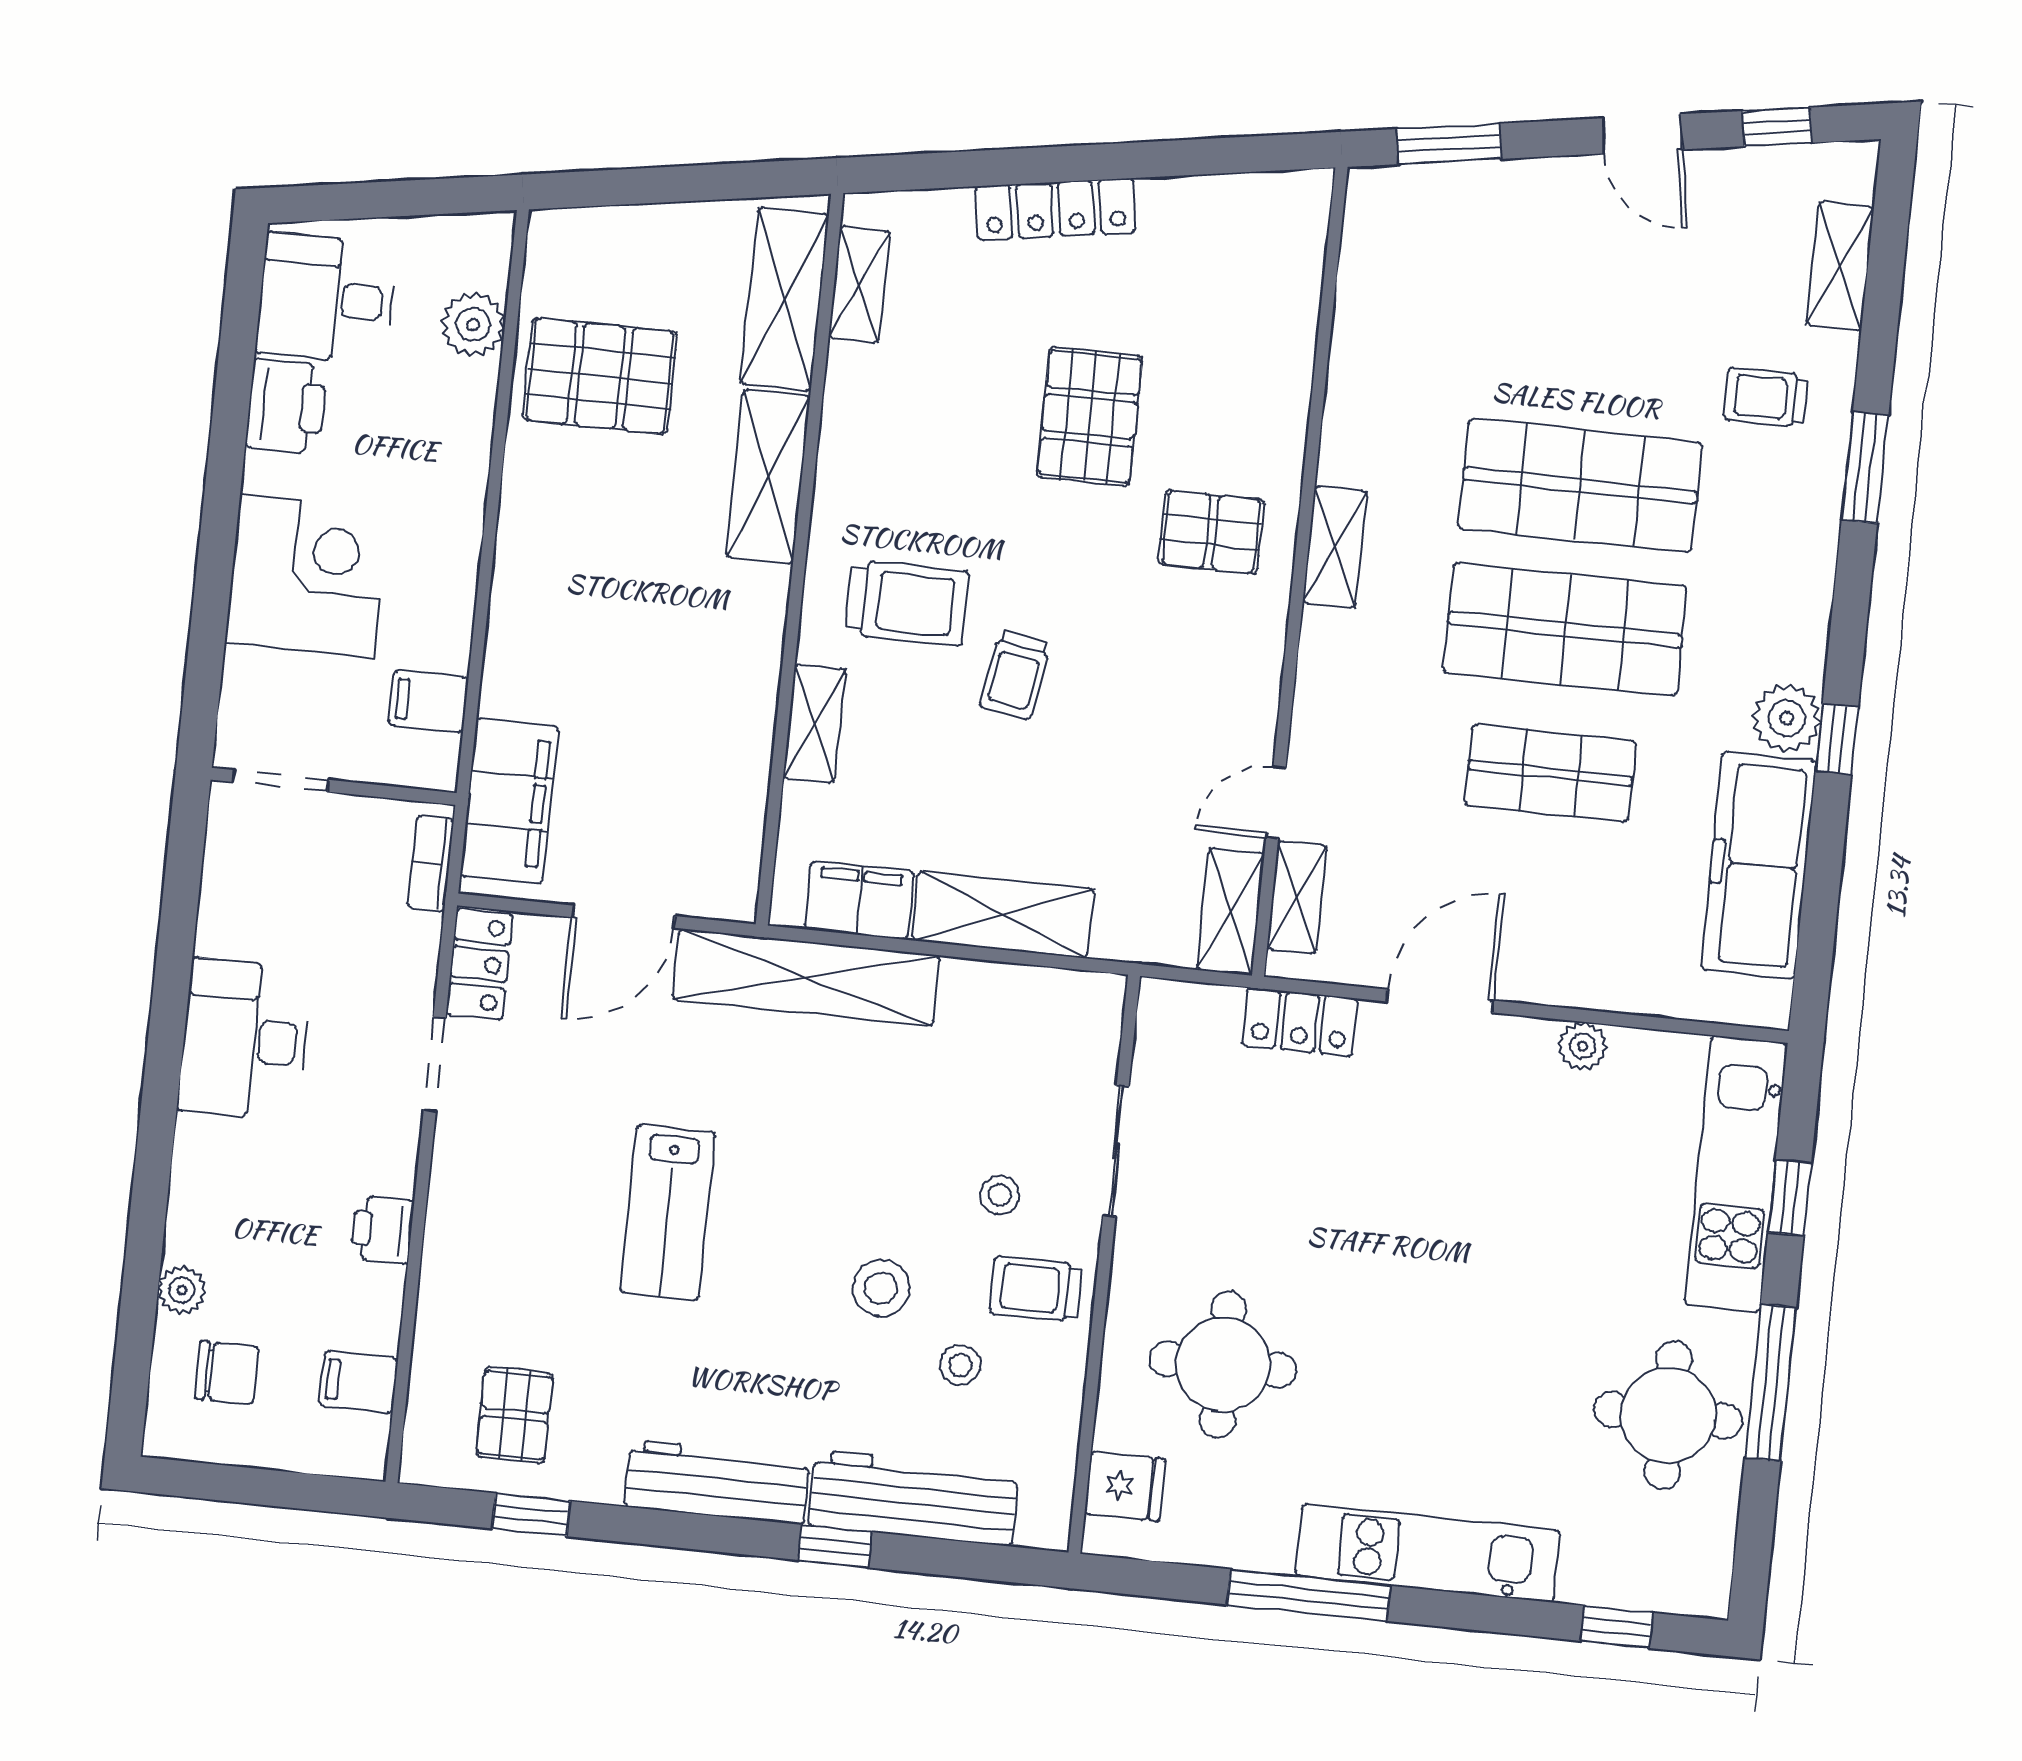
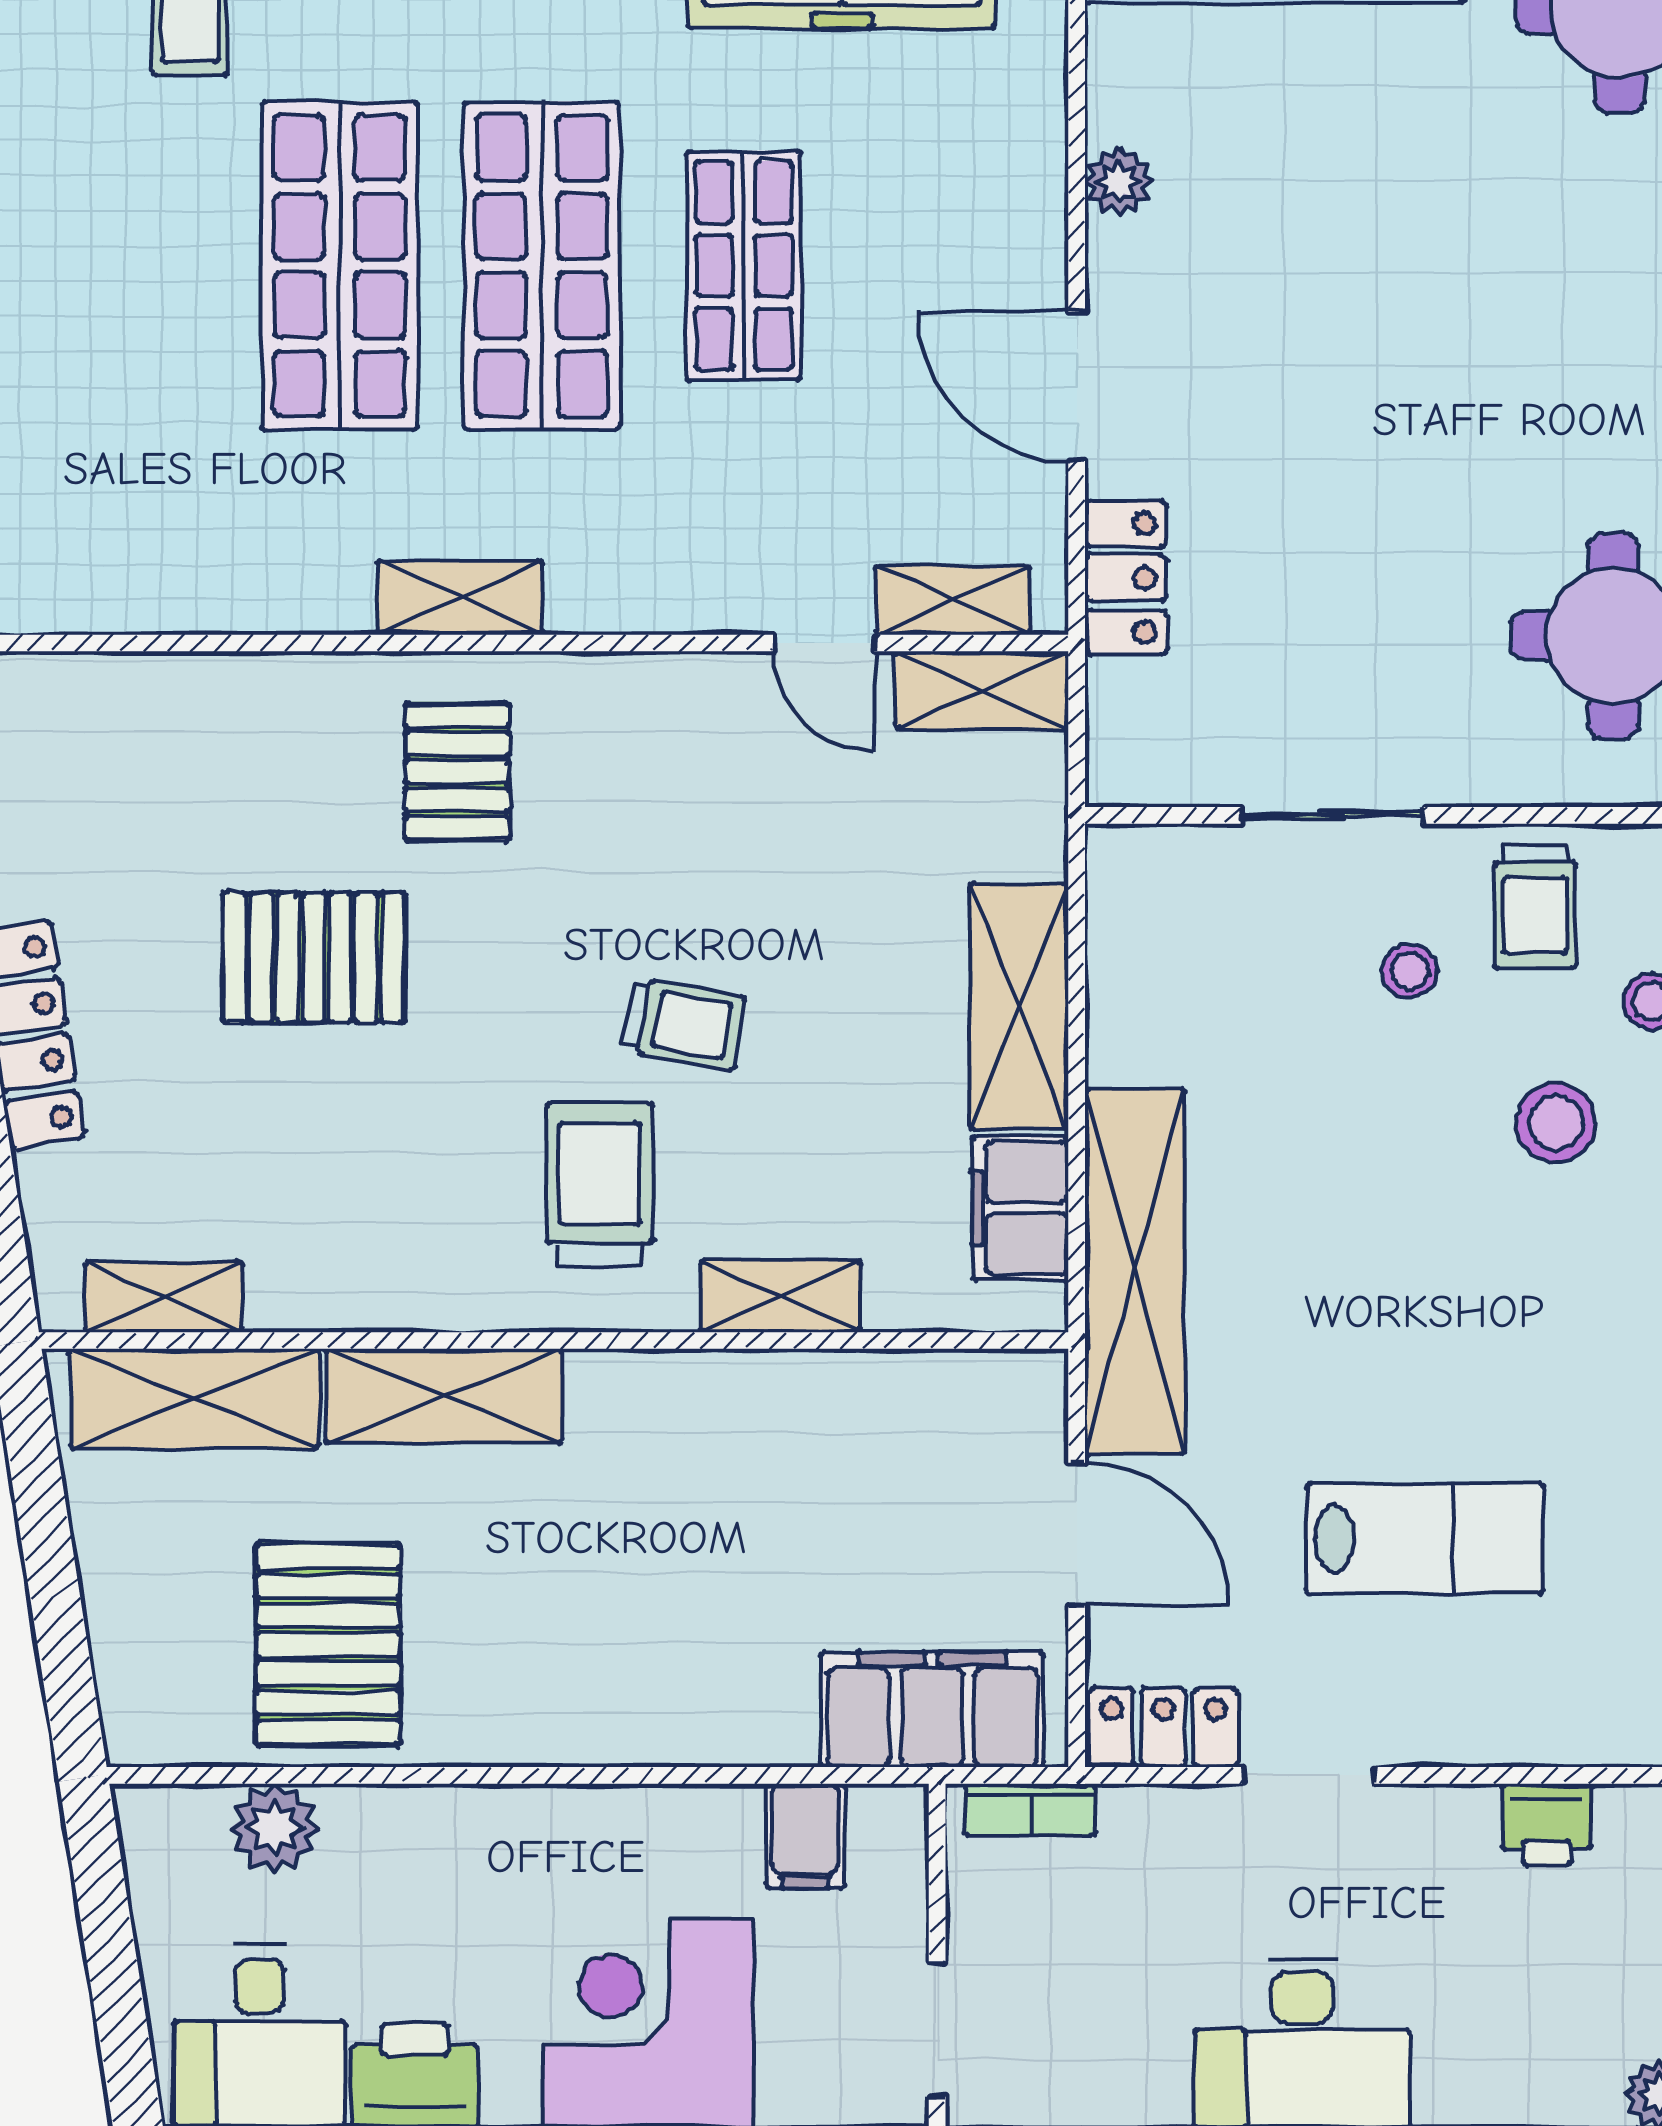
lab bench: (668, 1212) -> (1425, 1539), moved

